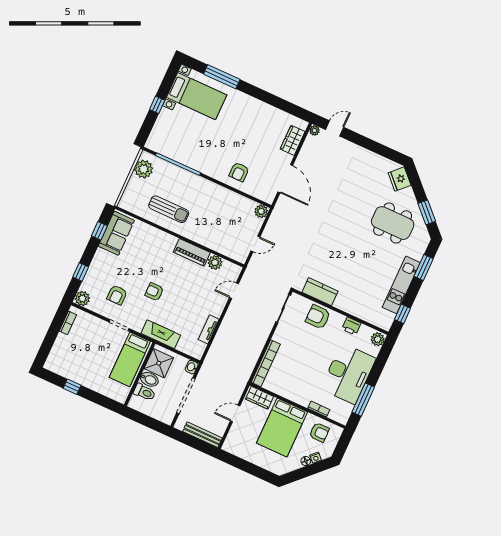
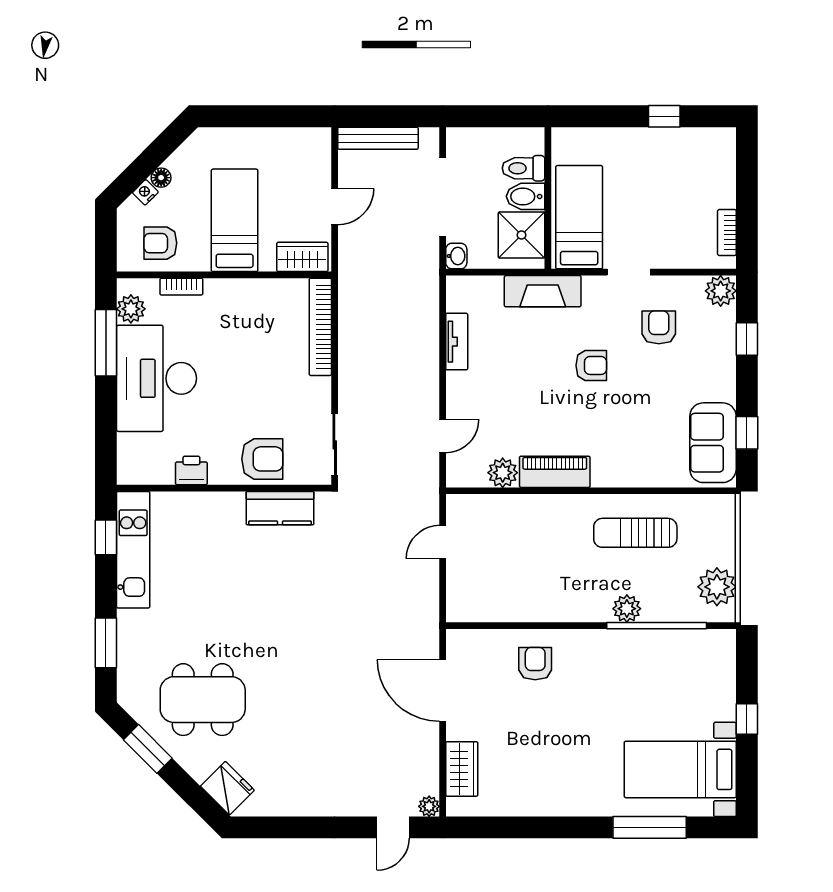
plant: (261, 211) -> (627, 609), moved
kitchen unit: (401, 285) -> (133, 550), moved
plant: (378, 339) -> (131, 309), moved
bed: (282, 427) -> (235, 220), width x0.67

